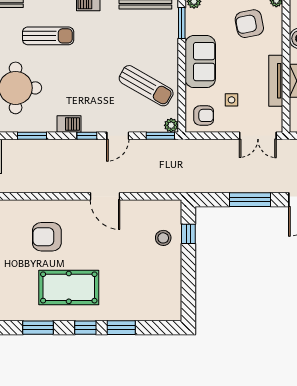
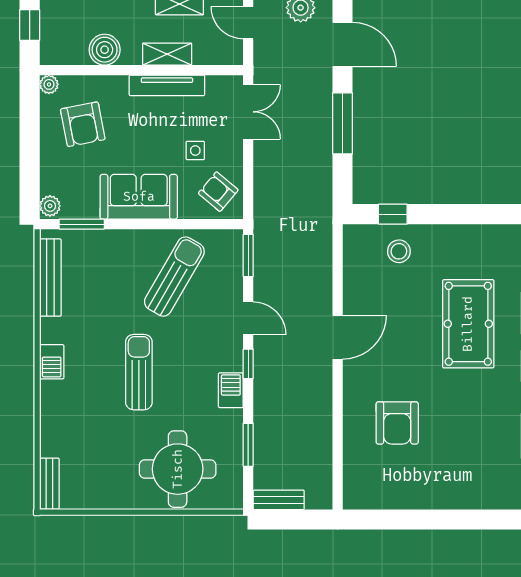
sun lounger: (48, 36) -> (139, 372), moved
armchair: (204, 115) -> (218, 192), turned -50
plant: (171, 125) -> (233, 240), removed
pool table: (69, 287) -> (468, 324), moved

